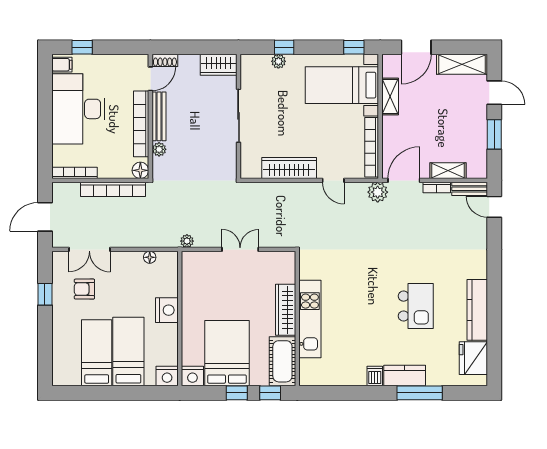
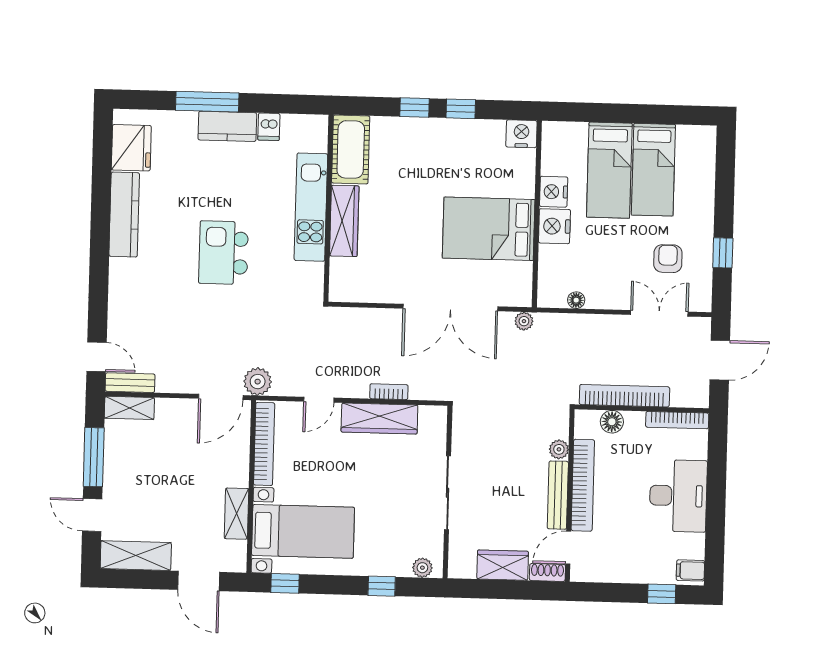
door: (416, 47) -> (199, 581), swing flipped
plant: (278, 61) -> (422, 568), moved
wardrobe: (219, 65) -> (503, 565), moved
desk: (78, 109) -> (678, 496), width x0.73, depth x0.77
window: (494, 134) -> (94, 457), width x1.44
floor lamp: (140, 170) -> (612, 422), moved
shelving: (448, 171) -> (129, 408), moved
door: (333, 180) -> (319, 400), swing flipped
bookcase: (437, 188) -> (389, 392), moved
double door: (240, 249) -> (450, 307), width x1.87
armchair: (84, 289) -> (668, 259), turned -90
kitchen island: (416, 306) -> (223, 253), moved
wardrobe: (286, 310) -> (344, 221), moved
wall: (297, 319) -> (328, 208), moved
kitchen unit: (310, 319) -> (311, 207), moved
bed: (227, 353) -> (489, 229), moved, turned 90
cot: (282, 361) -> (351, 149), moved
nightstand: (167, 376) -> (554, 192), moved, turned -90

